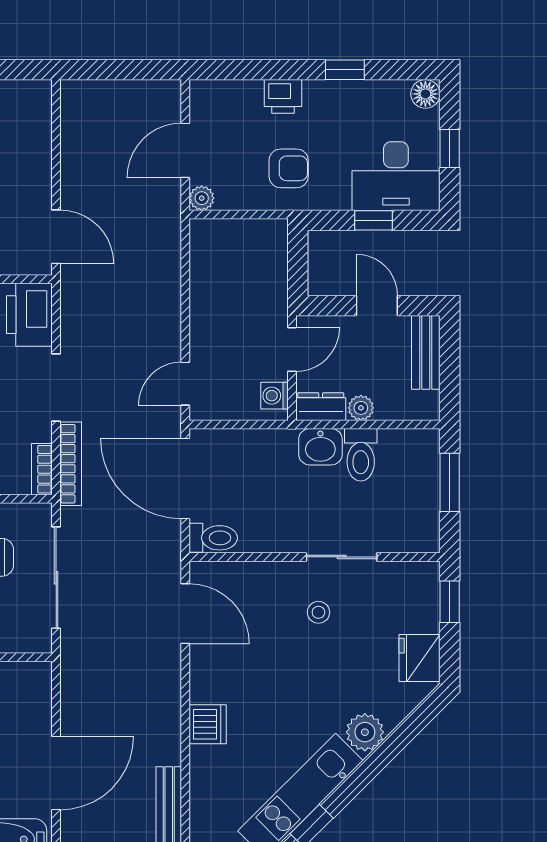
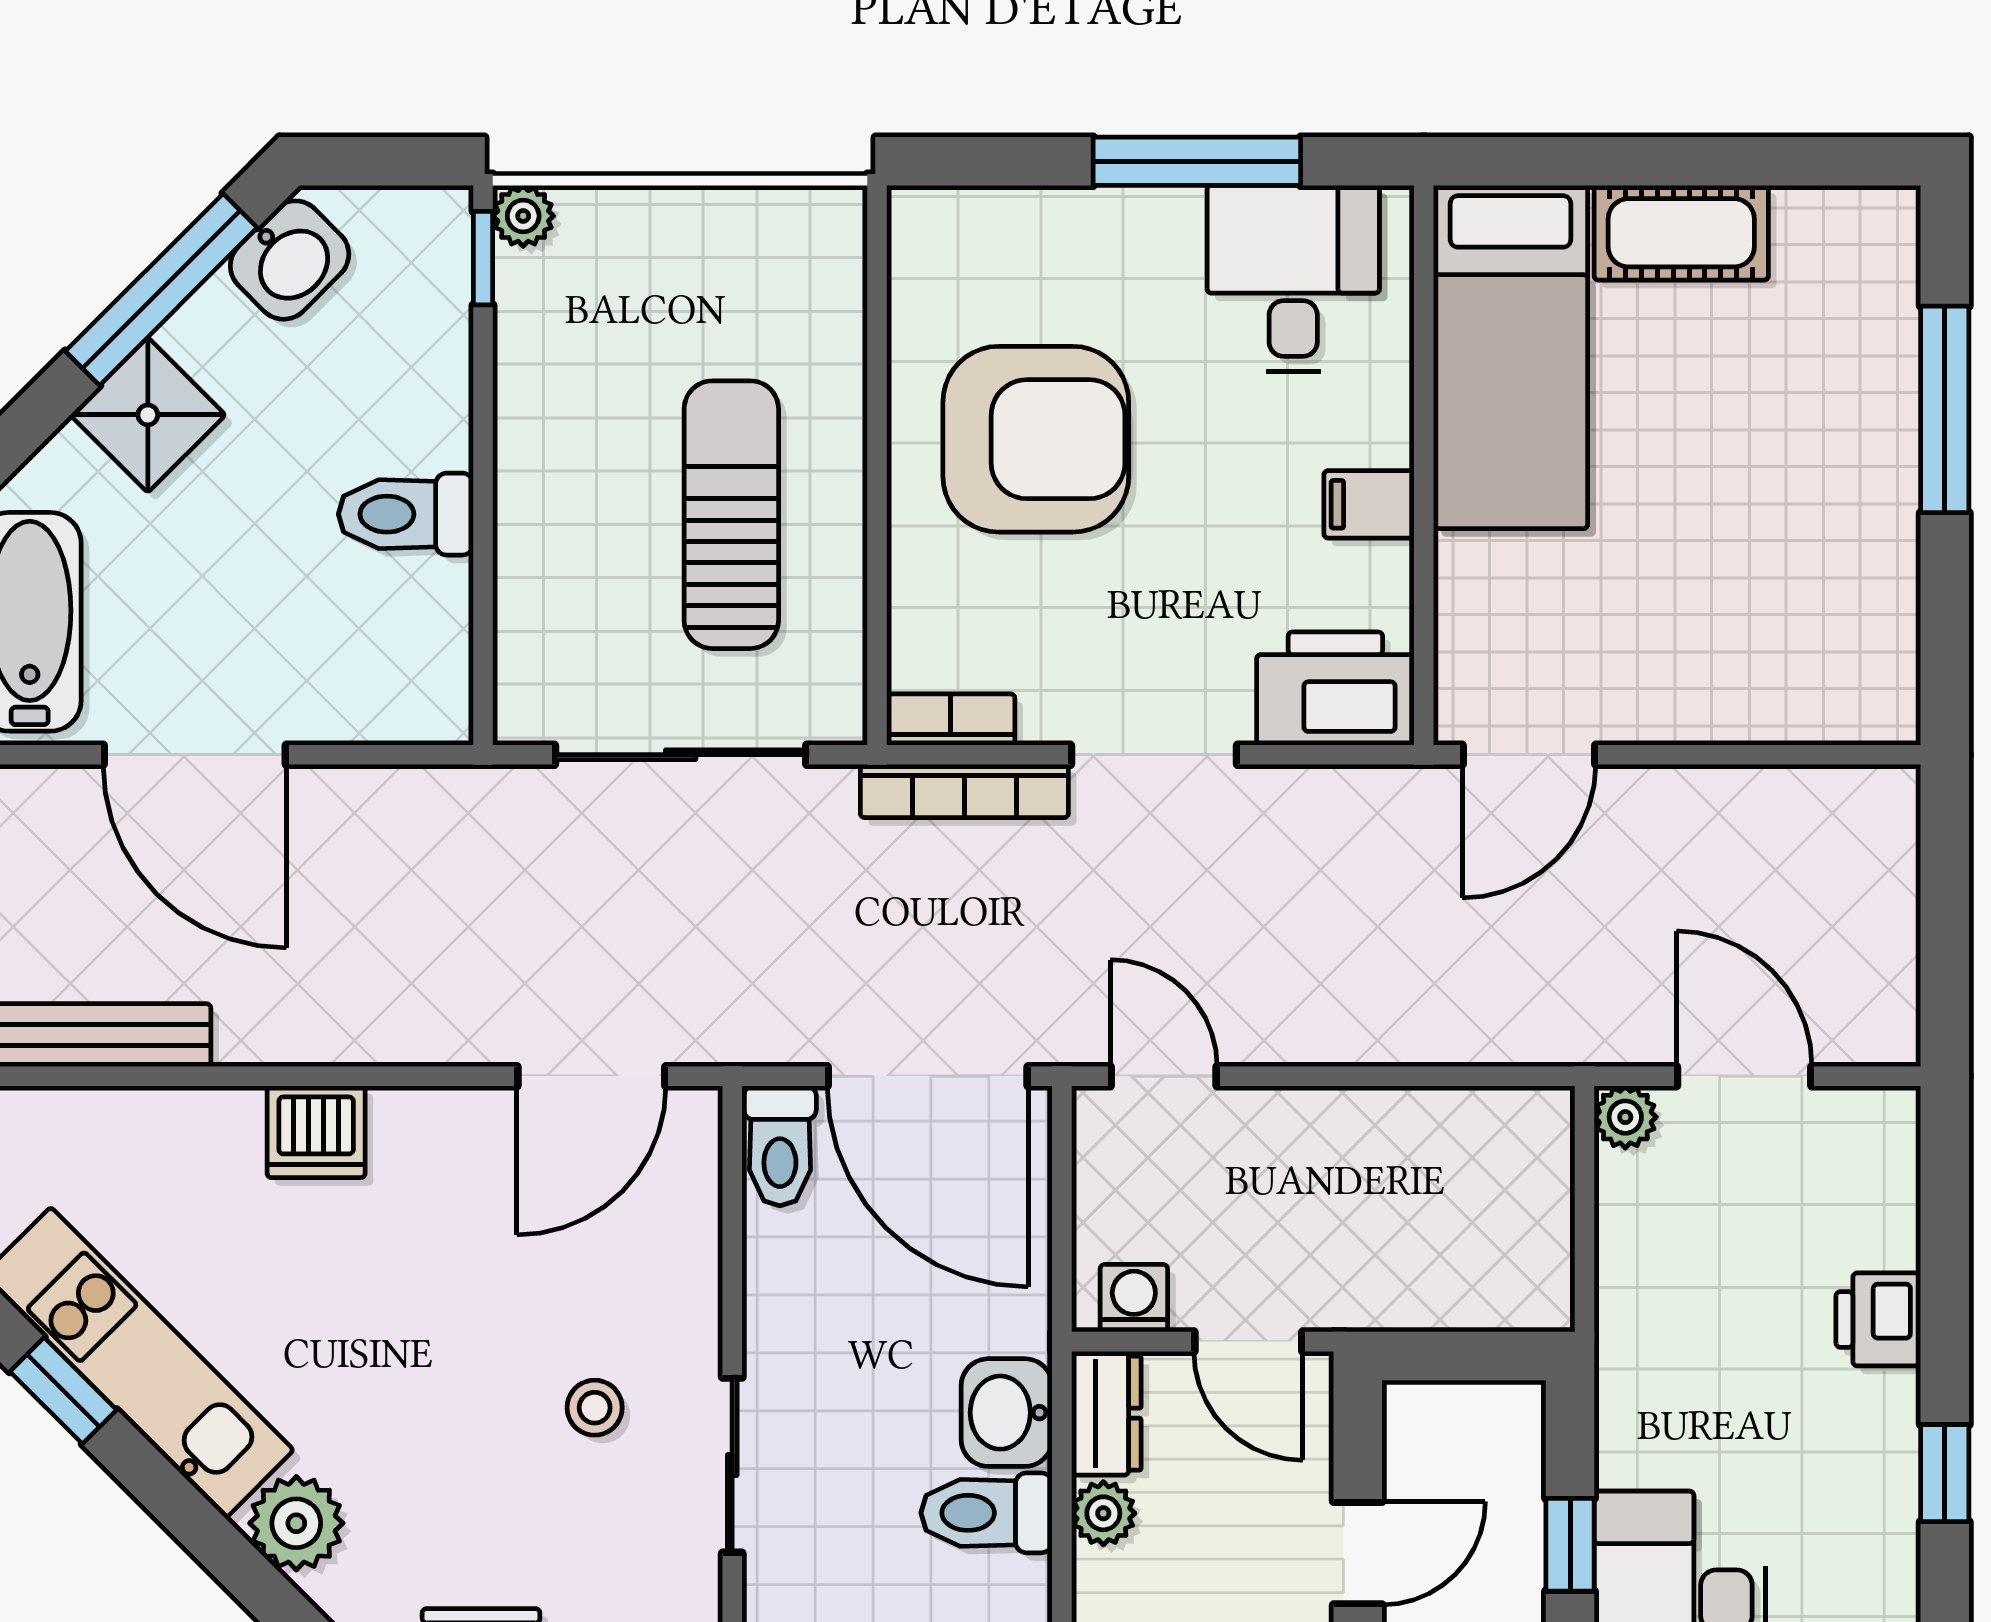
armchair: (289, 168) -> (1699, 1334), removed
door: (185, 478) -> (928, 1076), swing flipped

